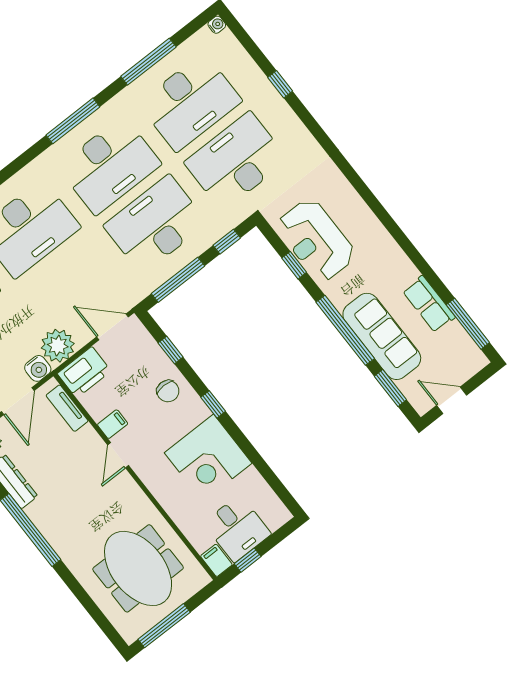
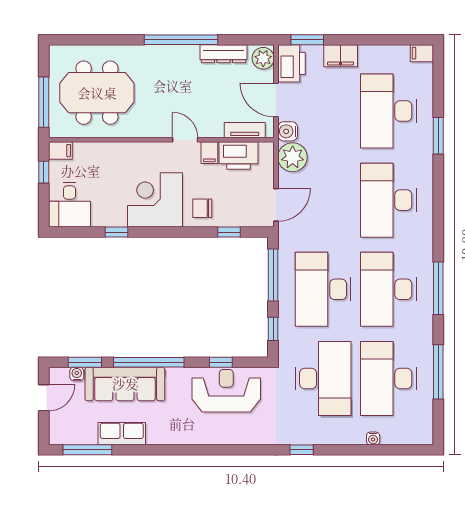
water cooler: (217, 25) -> (373, 438), moved
window: (280, 84) -> (302, 450), moved
desk: (156, 224) -> (323, 289), turned 180
printer: (84, 372) -> (238, 156), moved, turned -90
water cooler: (407, 387) -> (77, 374), added
window: (213, 404) -> (116, 232), moved
corner desk: (208, 458) -> (155, 200), moved
desk: (237, 528) -> (70, 205), moved, turned -90
window: (164, 626) -> (44, 102), moved

